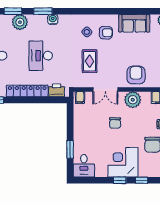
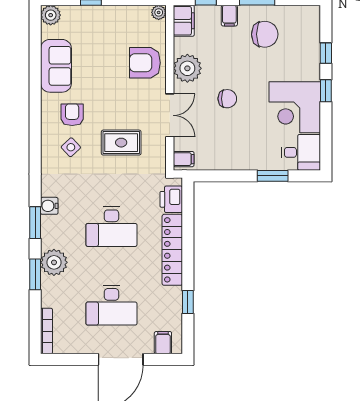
corner desk: (123, 162) -> (295, 107), moved

